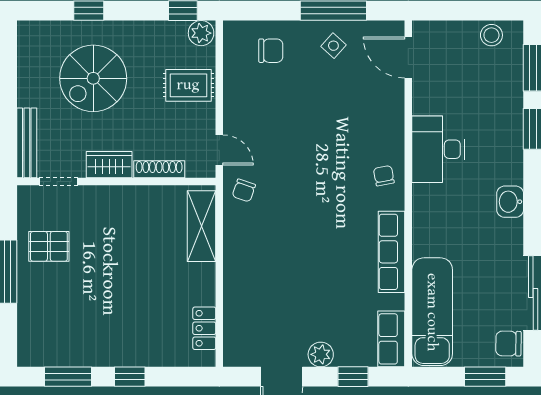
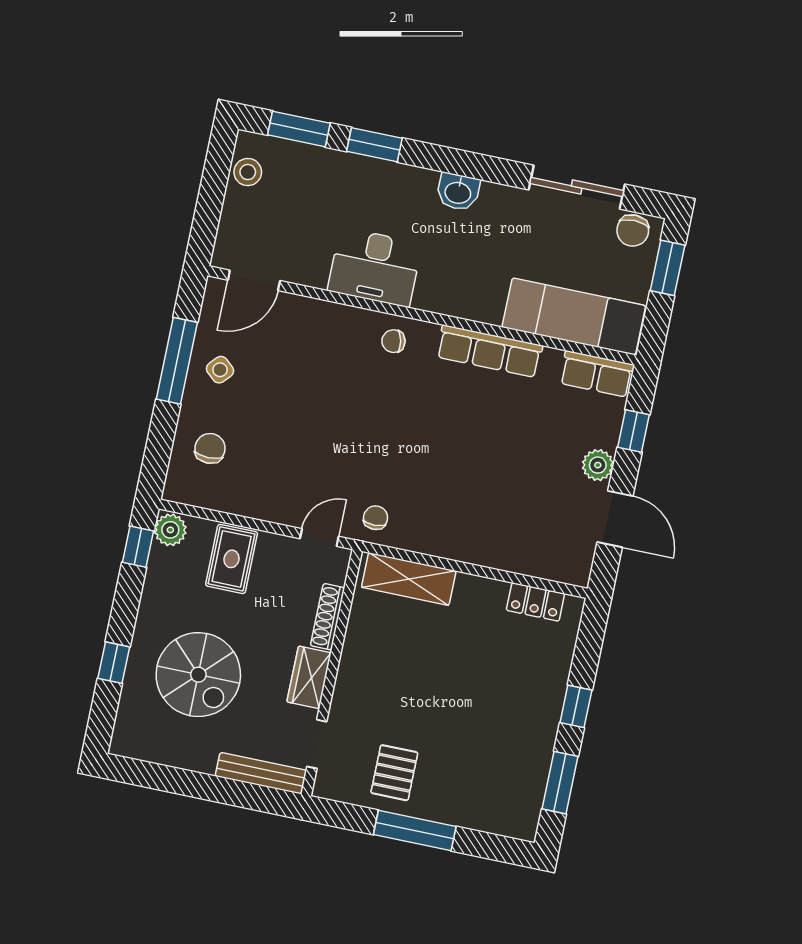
chair: (244, 190) -> (376, 518), turned -109

